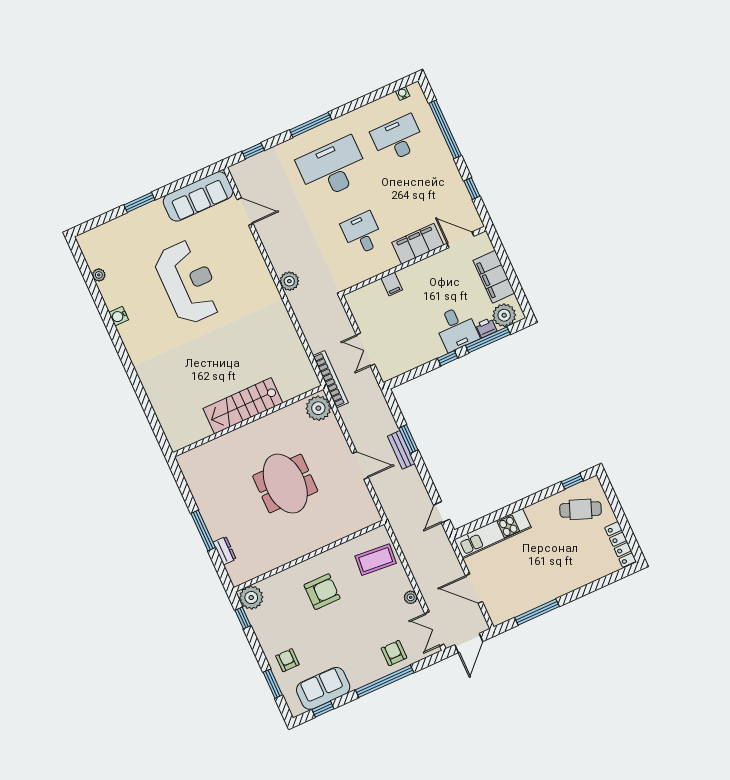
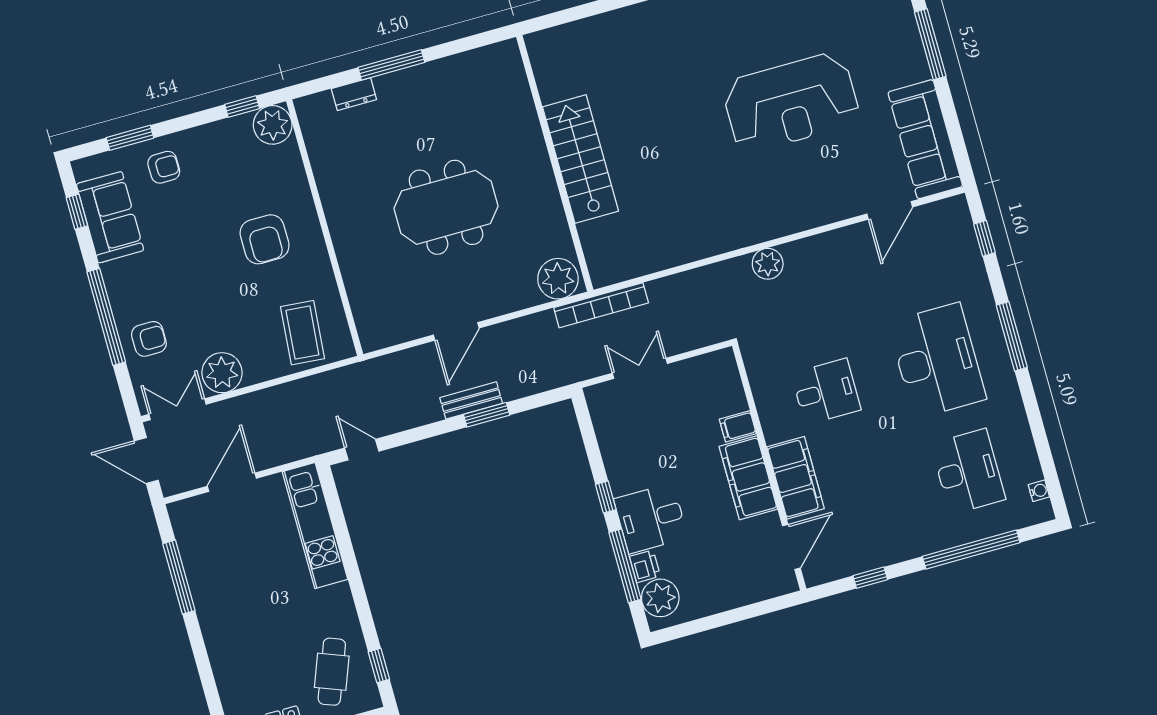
window: (139, 202) -> (930, 44), width x1.44
filing cabinet: (494, 277) -> (748, 478), moved, turned -90
plant: (411, 597) -> (222, 373), width x1.88, depth x1.88

